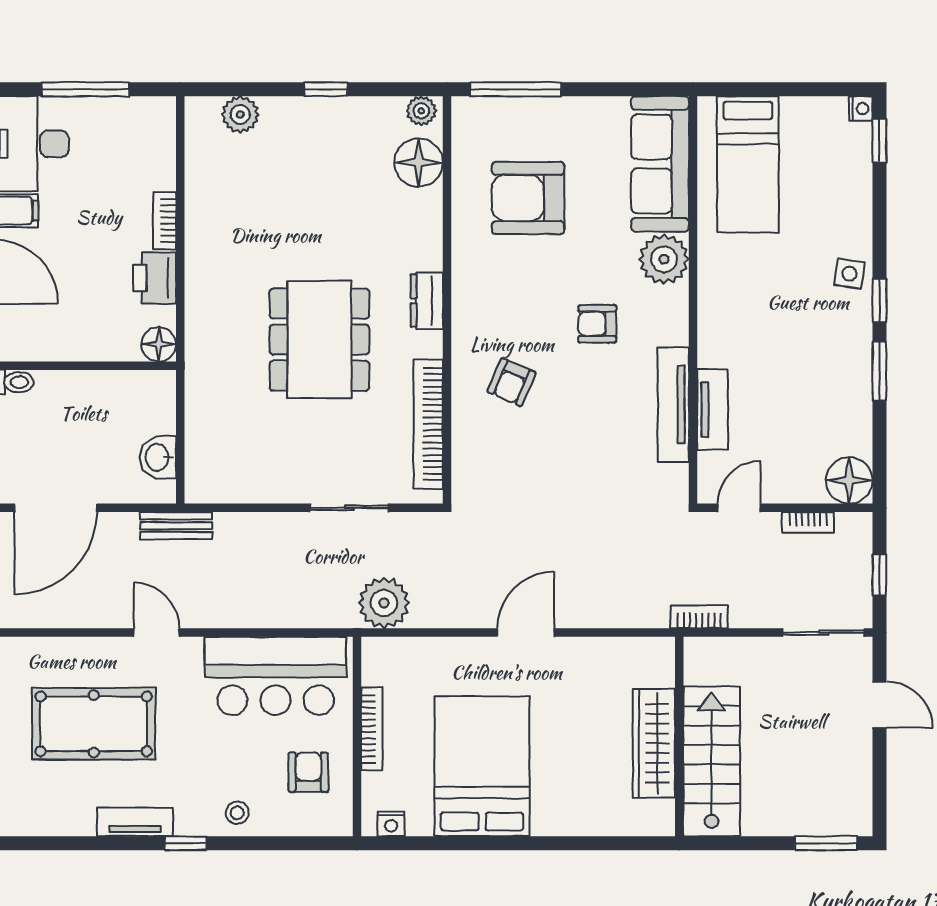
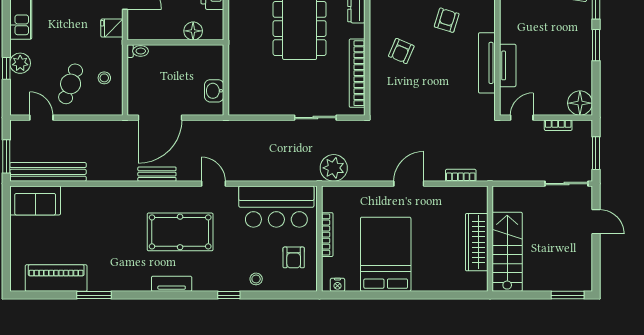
armchair: (597, 324) -> (447, 20), turned 107
floor lamp: (159, 344) -> (193, 31), moved
bench: (176, 526) -> (157, 174), moved
window: (879, 575) -> (596, 153), width x1.50
bookcase: (699, 617) -> (461, 175), moved
armchair: (308, 772) -> (294, 257), turned 180
tv unit: (135, 822) -> (172, 284), moved

